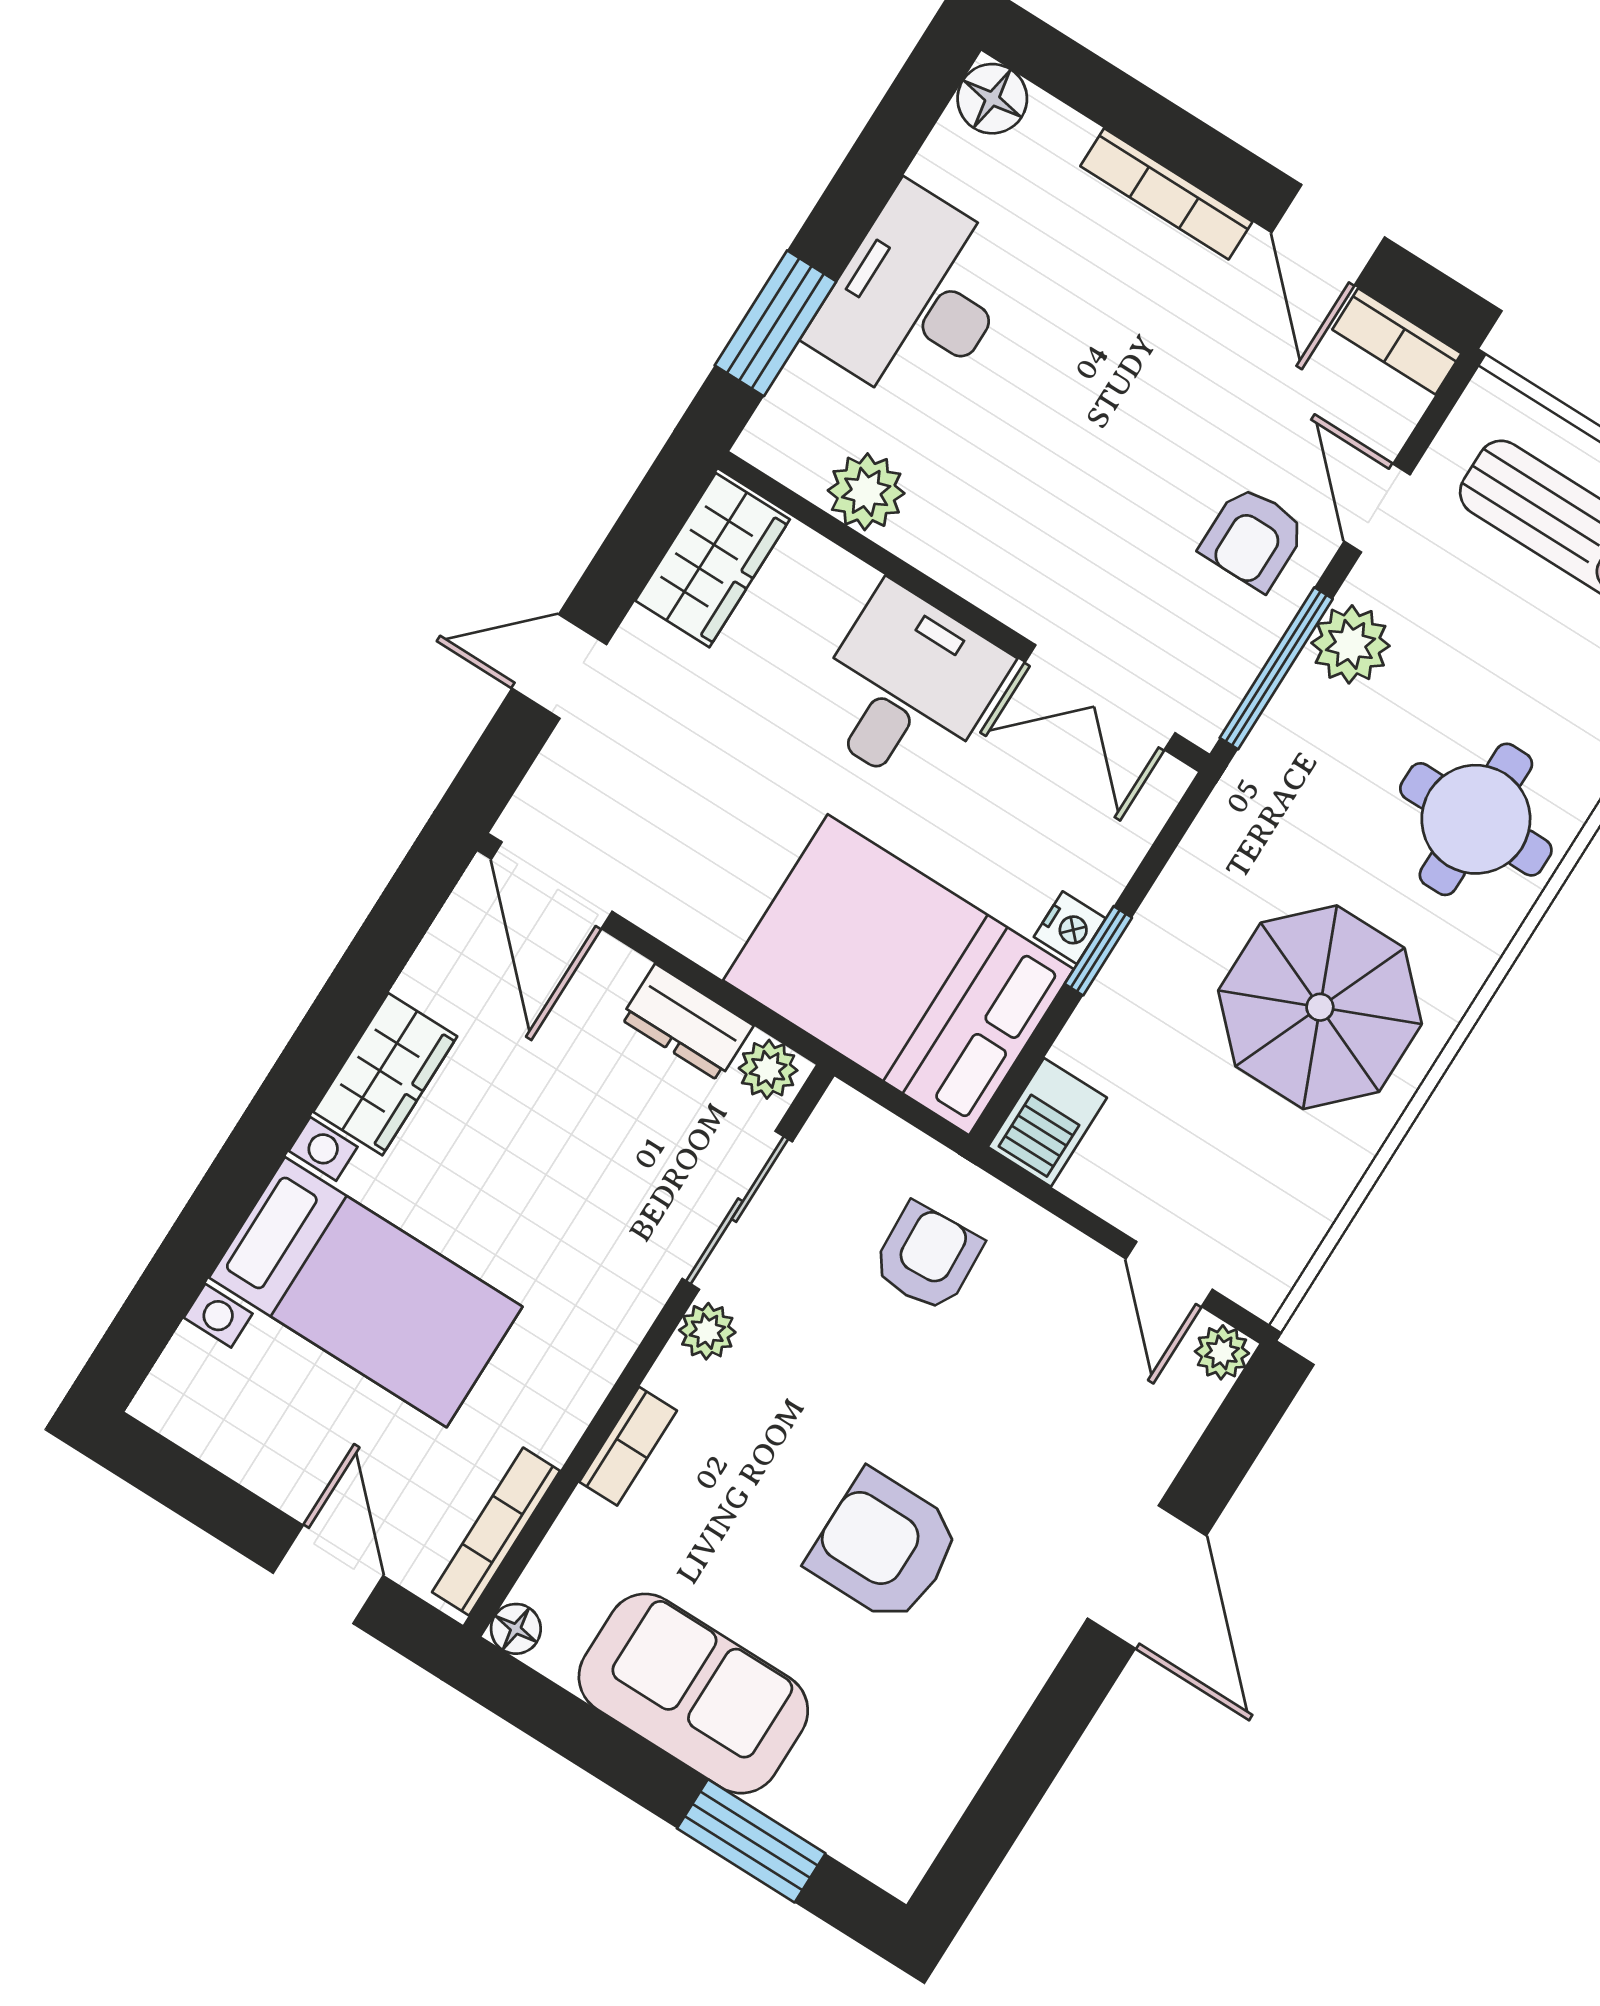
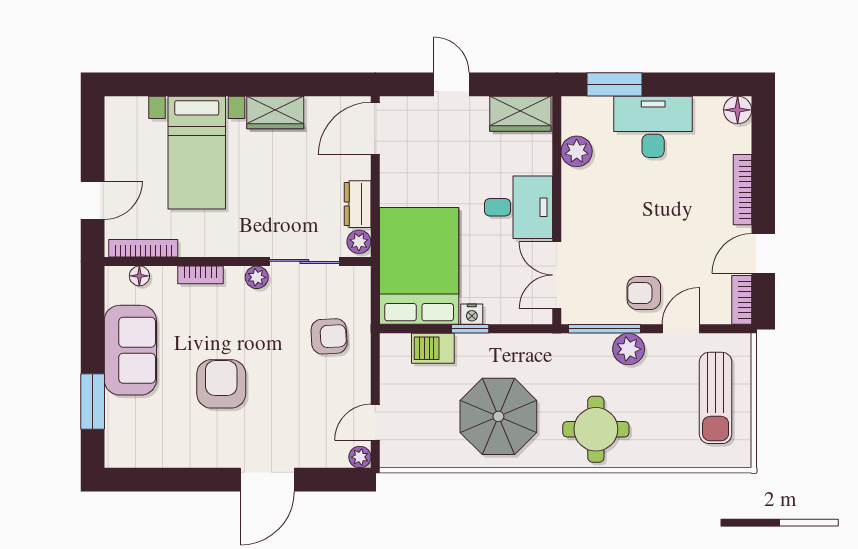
barbecue: (1047, 1122) -> (433, 348), moved
floor lamp: (516, 1629) -> (139, 276), moved

